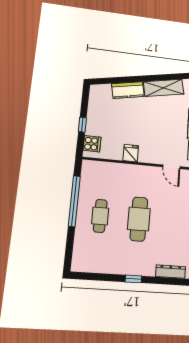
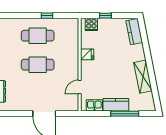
kitchen counter: (128, 90) -> (134, 32), moved
window: (74, 201) -> (47, 16), width x0.32
cafe table: (100, 216) -> (38, 36), width x1.37, depth x1.35

